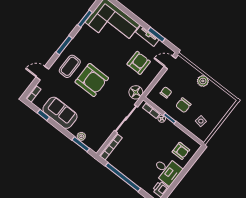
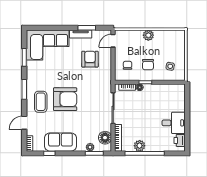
floor lamp: (136, 92) -> (105, 138), moved
armchair: (181, 151) -> (173, 100), removed
plant: (124, 167) -> (140, 146), added

